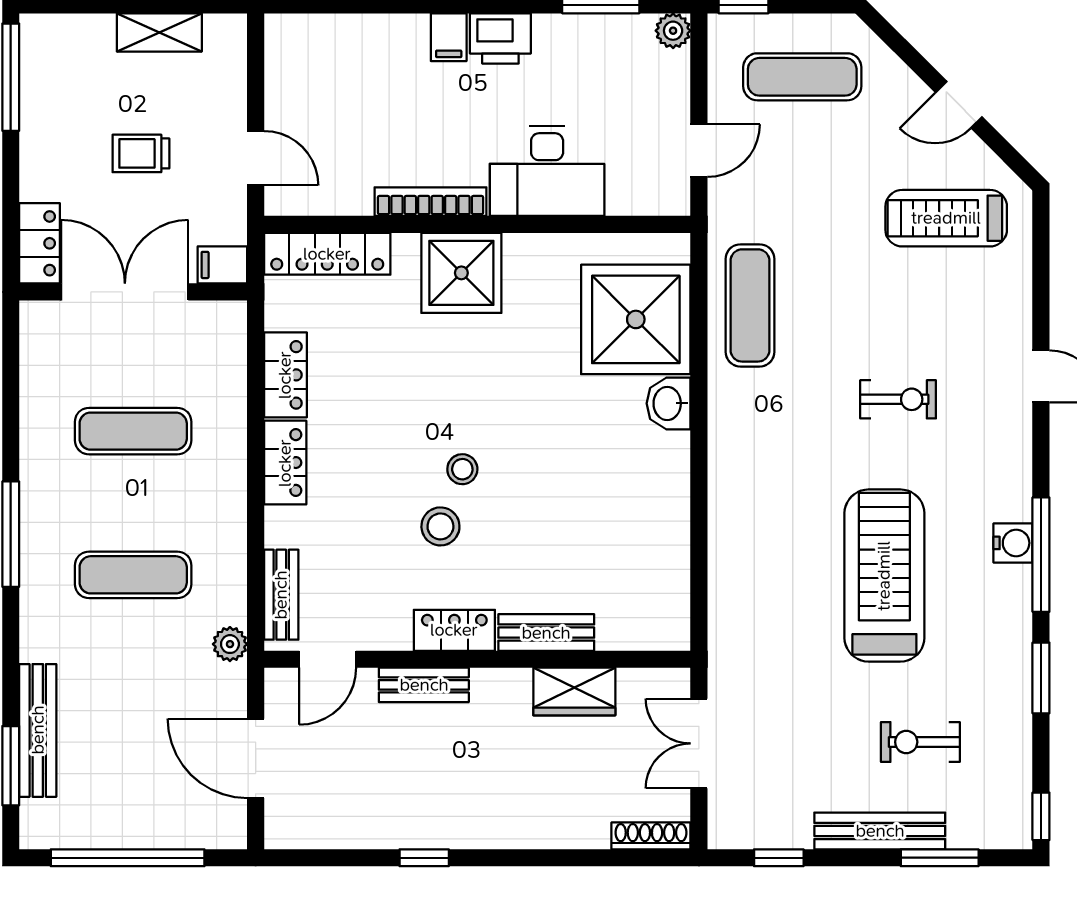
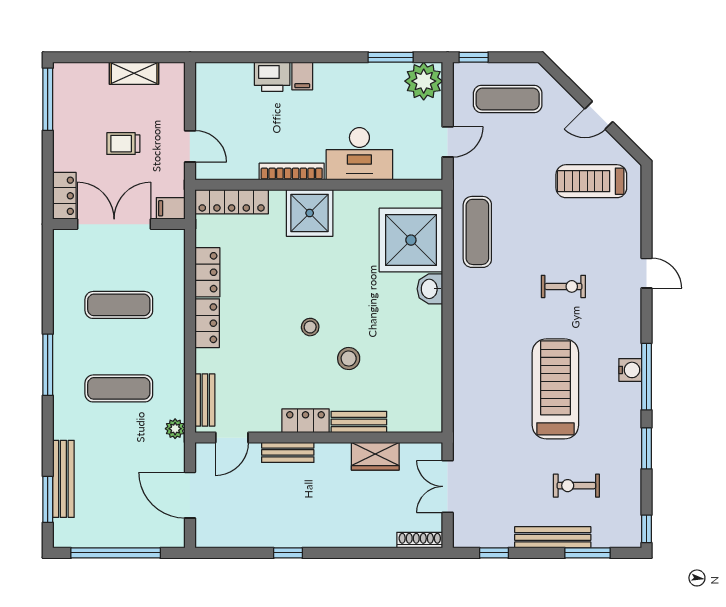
plant: (673, 31) -> (424, 81), width x1.88, depth x1.88
printer: (500, 38) -> (272, 77), moved
stool: (440, 526) -> (349, 359), moved

